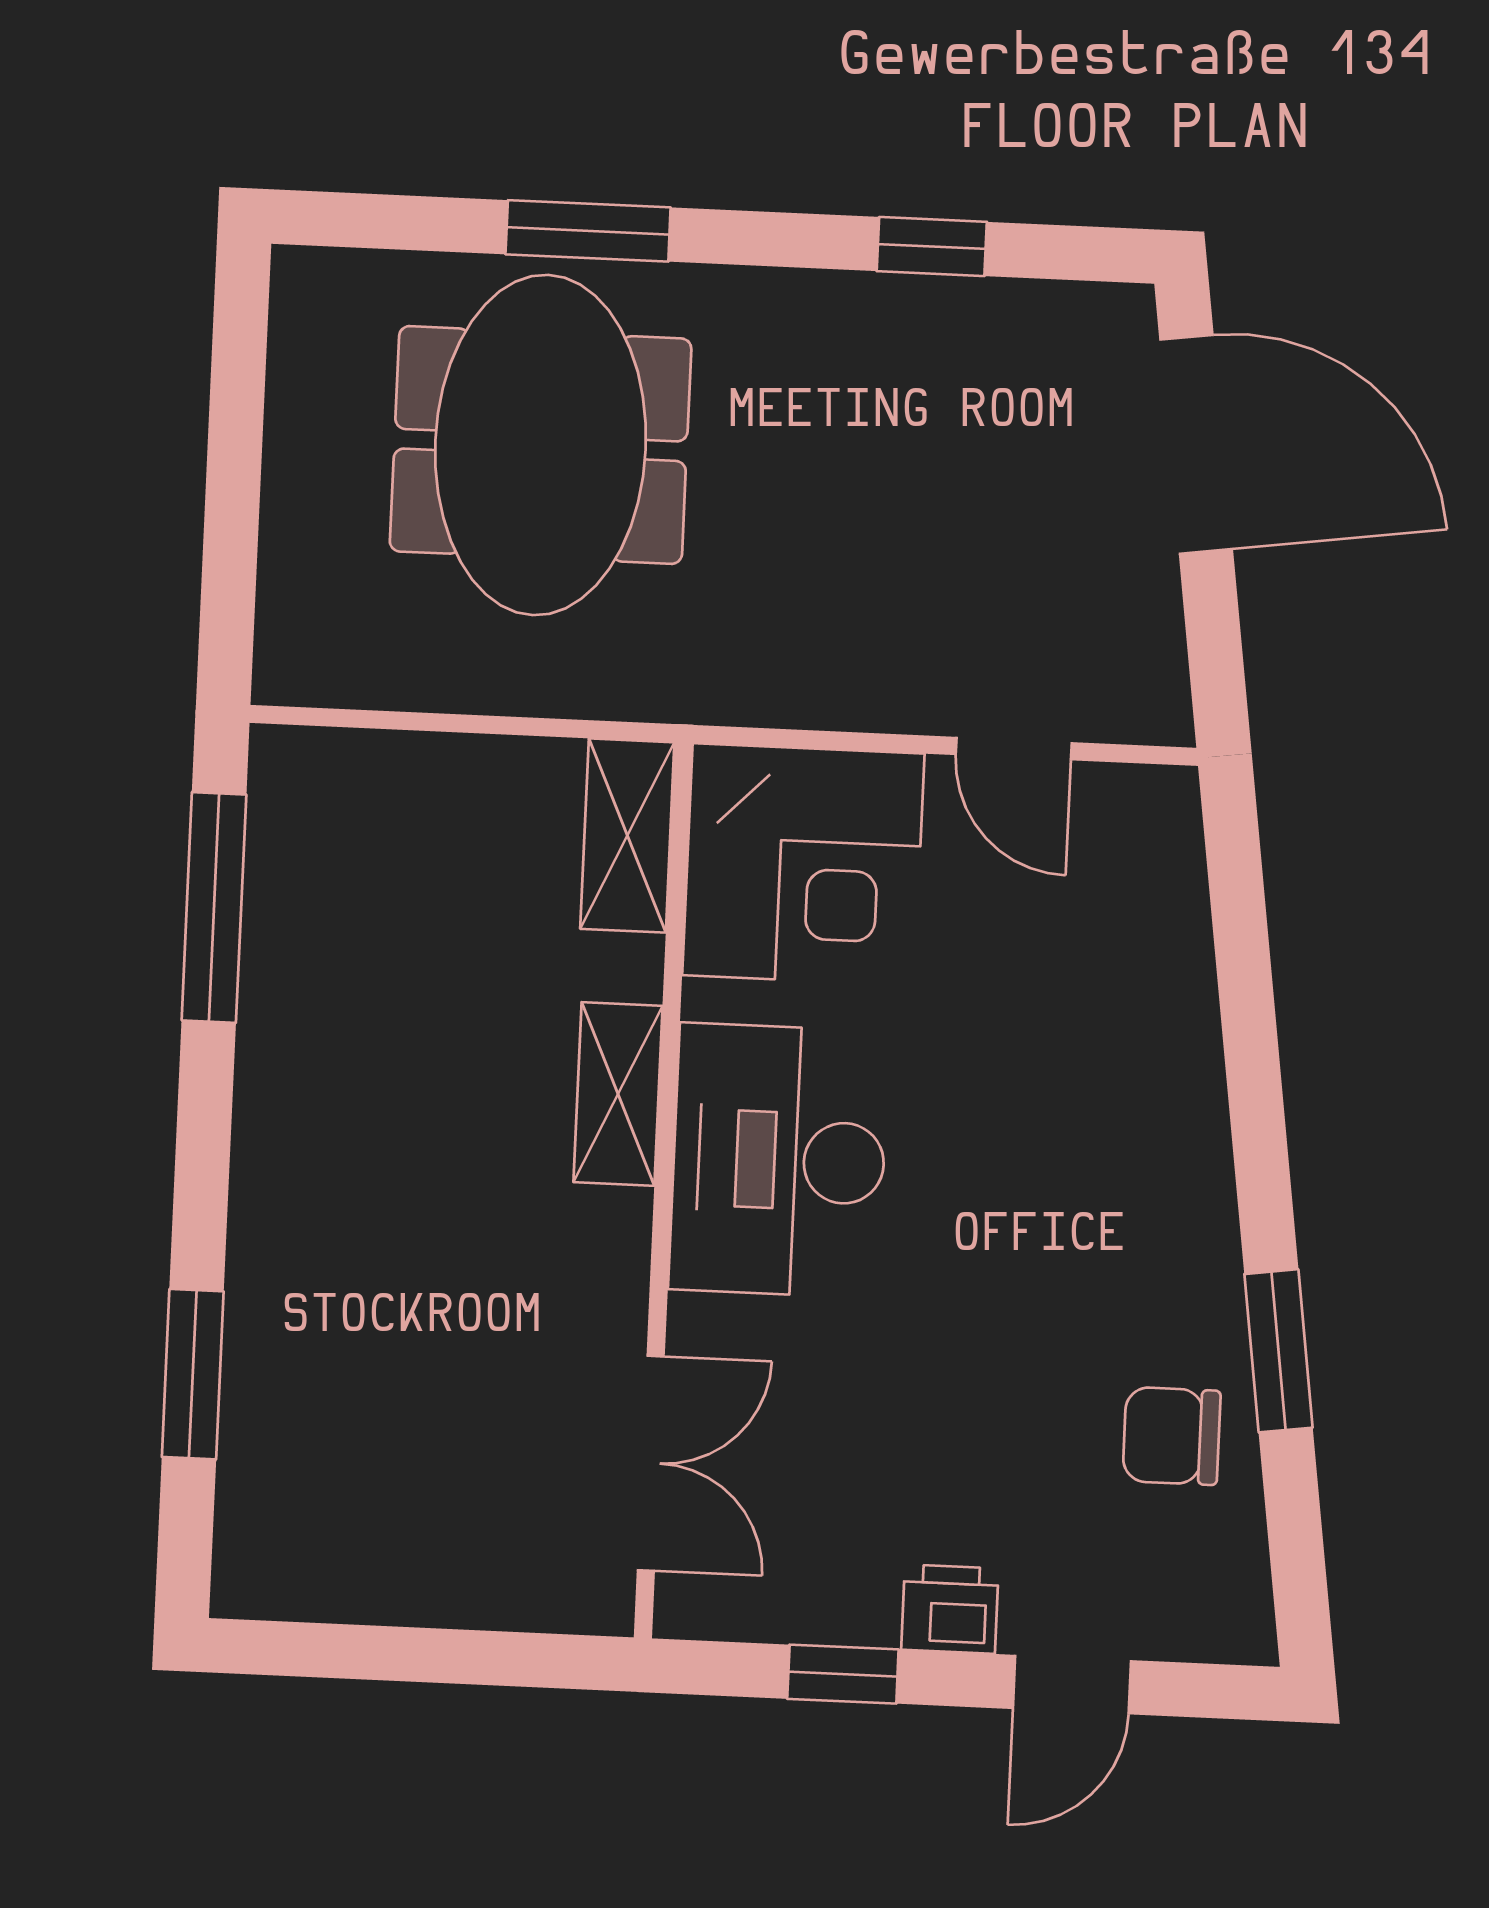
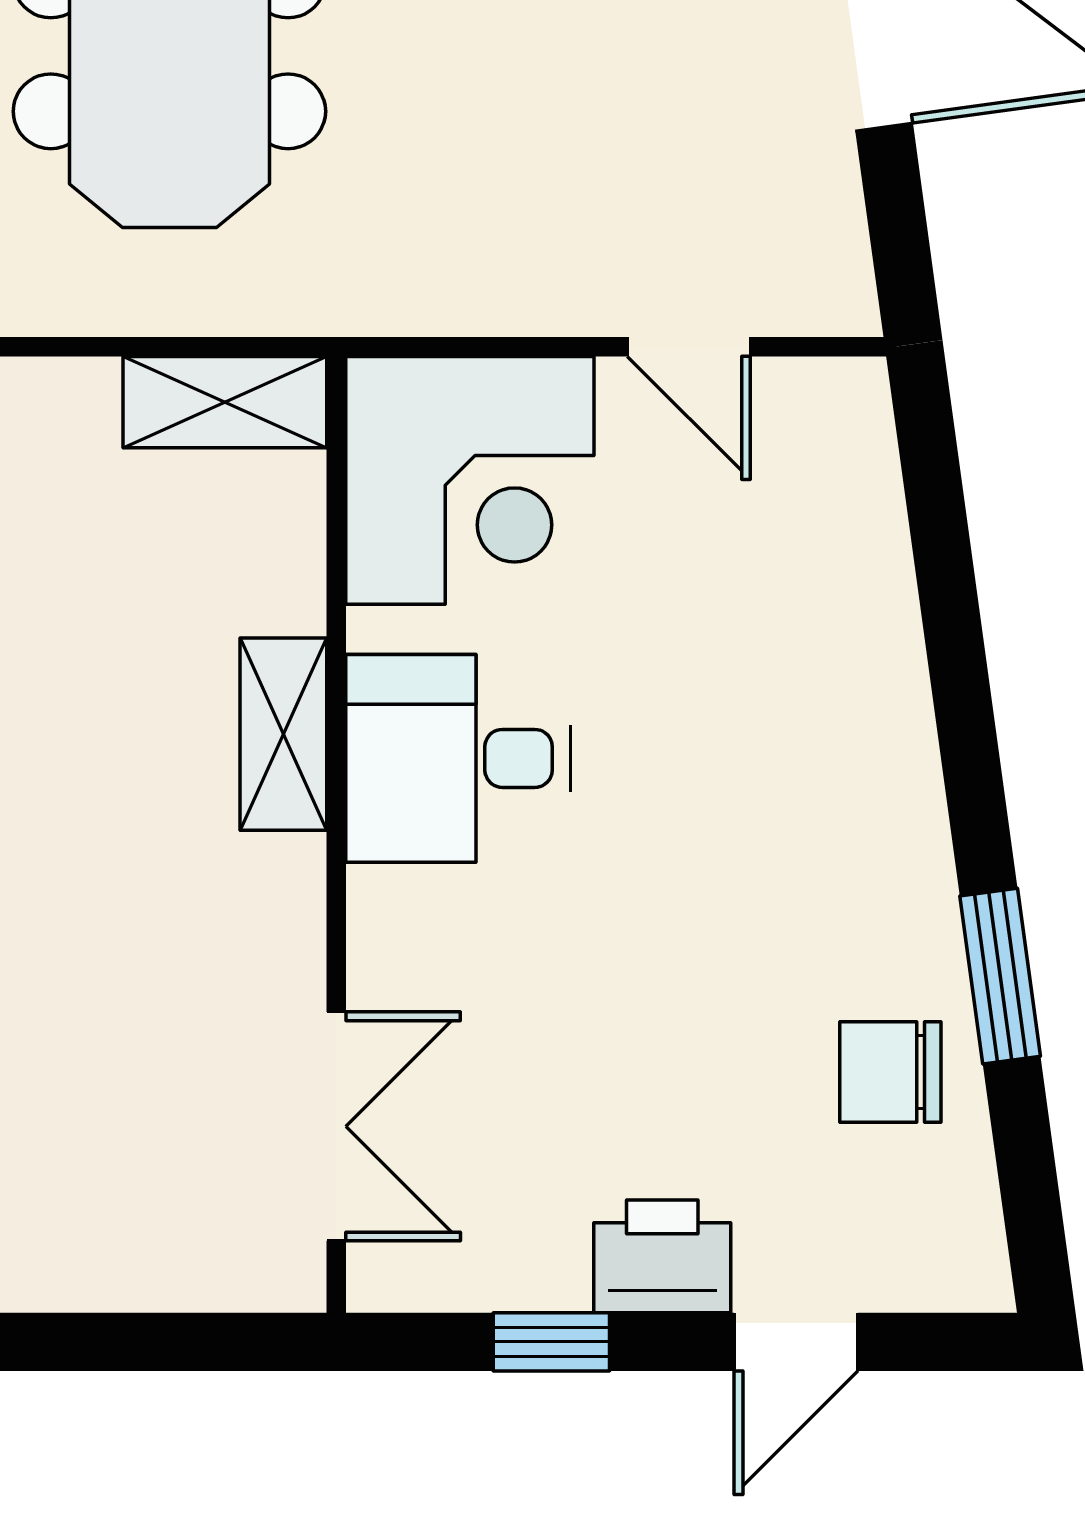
shelving: (627, 836) -> (225, 402), moved, turned 90
desk: (779, 1160) -> (458, 758), width x0.73
printer: (950, 1609) -> (662, 1256), width x1.36, depth x1.24

